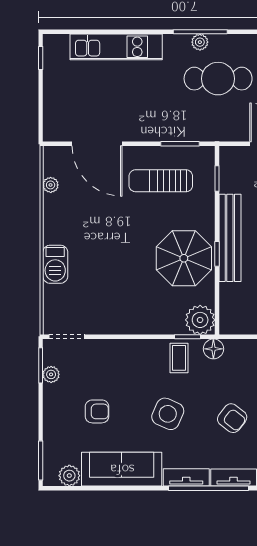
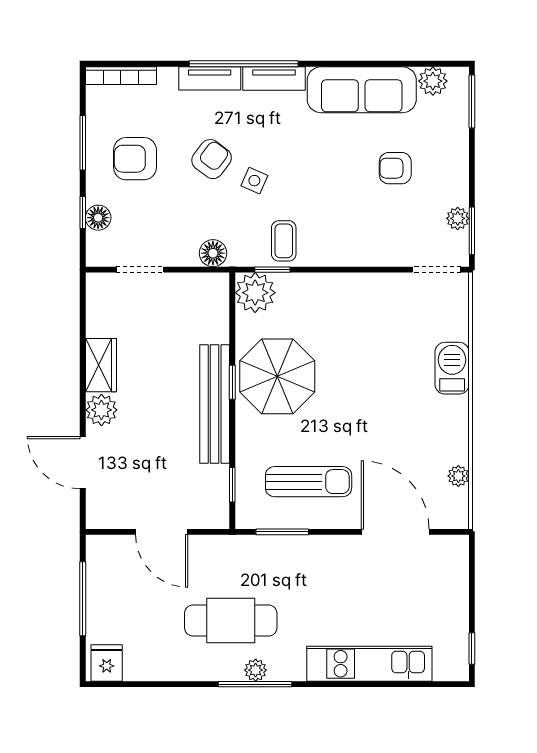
floor lamp: (213, 349) -> (213, 253), moved
side table: (168, 414) -> (254, 181), moved, width x0.54, depth x0.54
armchair: (232, 418) -> (212, 159), turned 89

